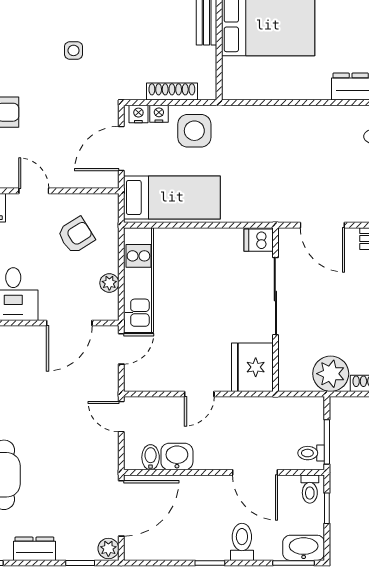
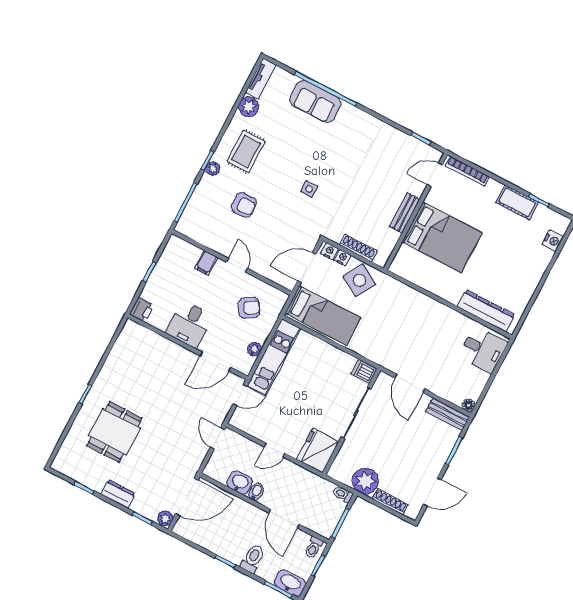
side table: (194, 131) -> (359, 280), turned 31
toilet: (311, 453) -> (343, 494), moved
bidet: (151, 457) -> (256, 492), moved

